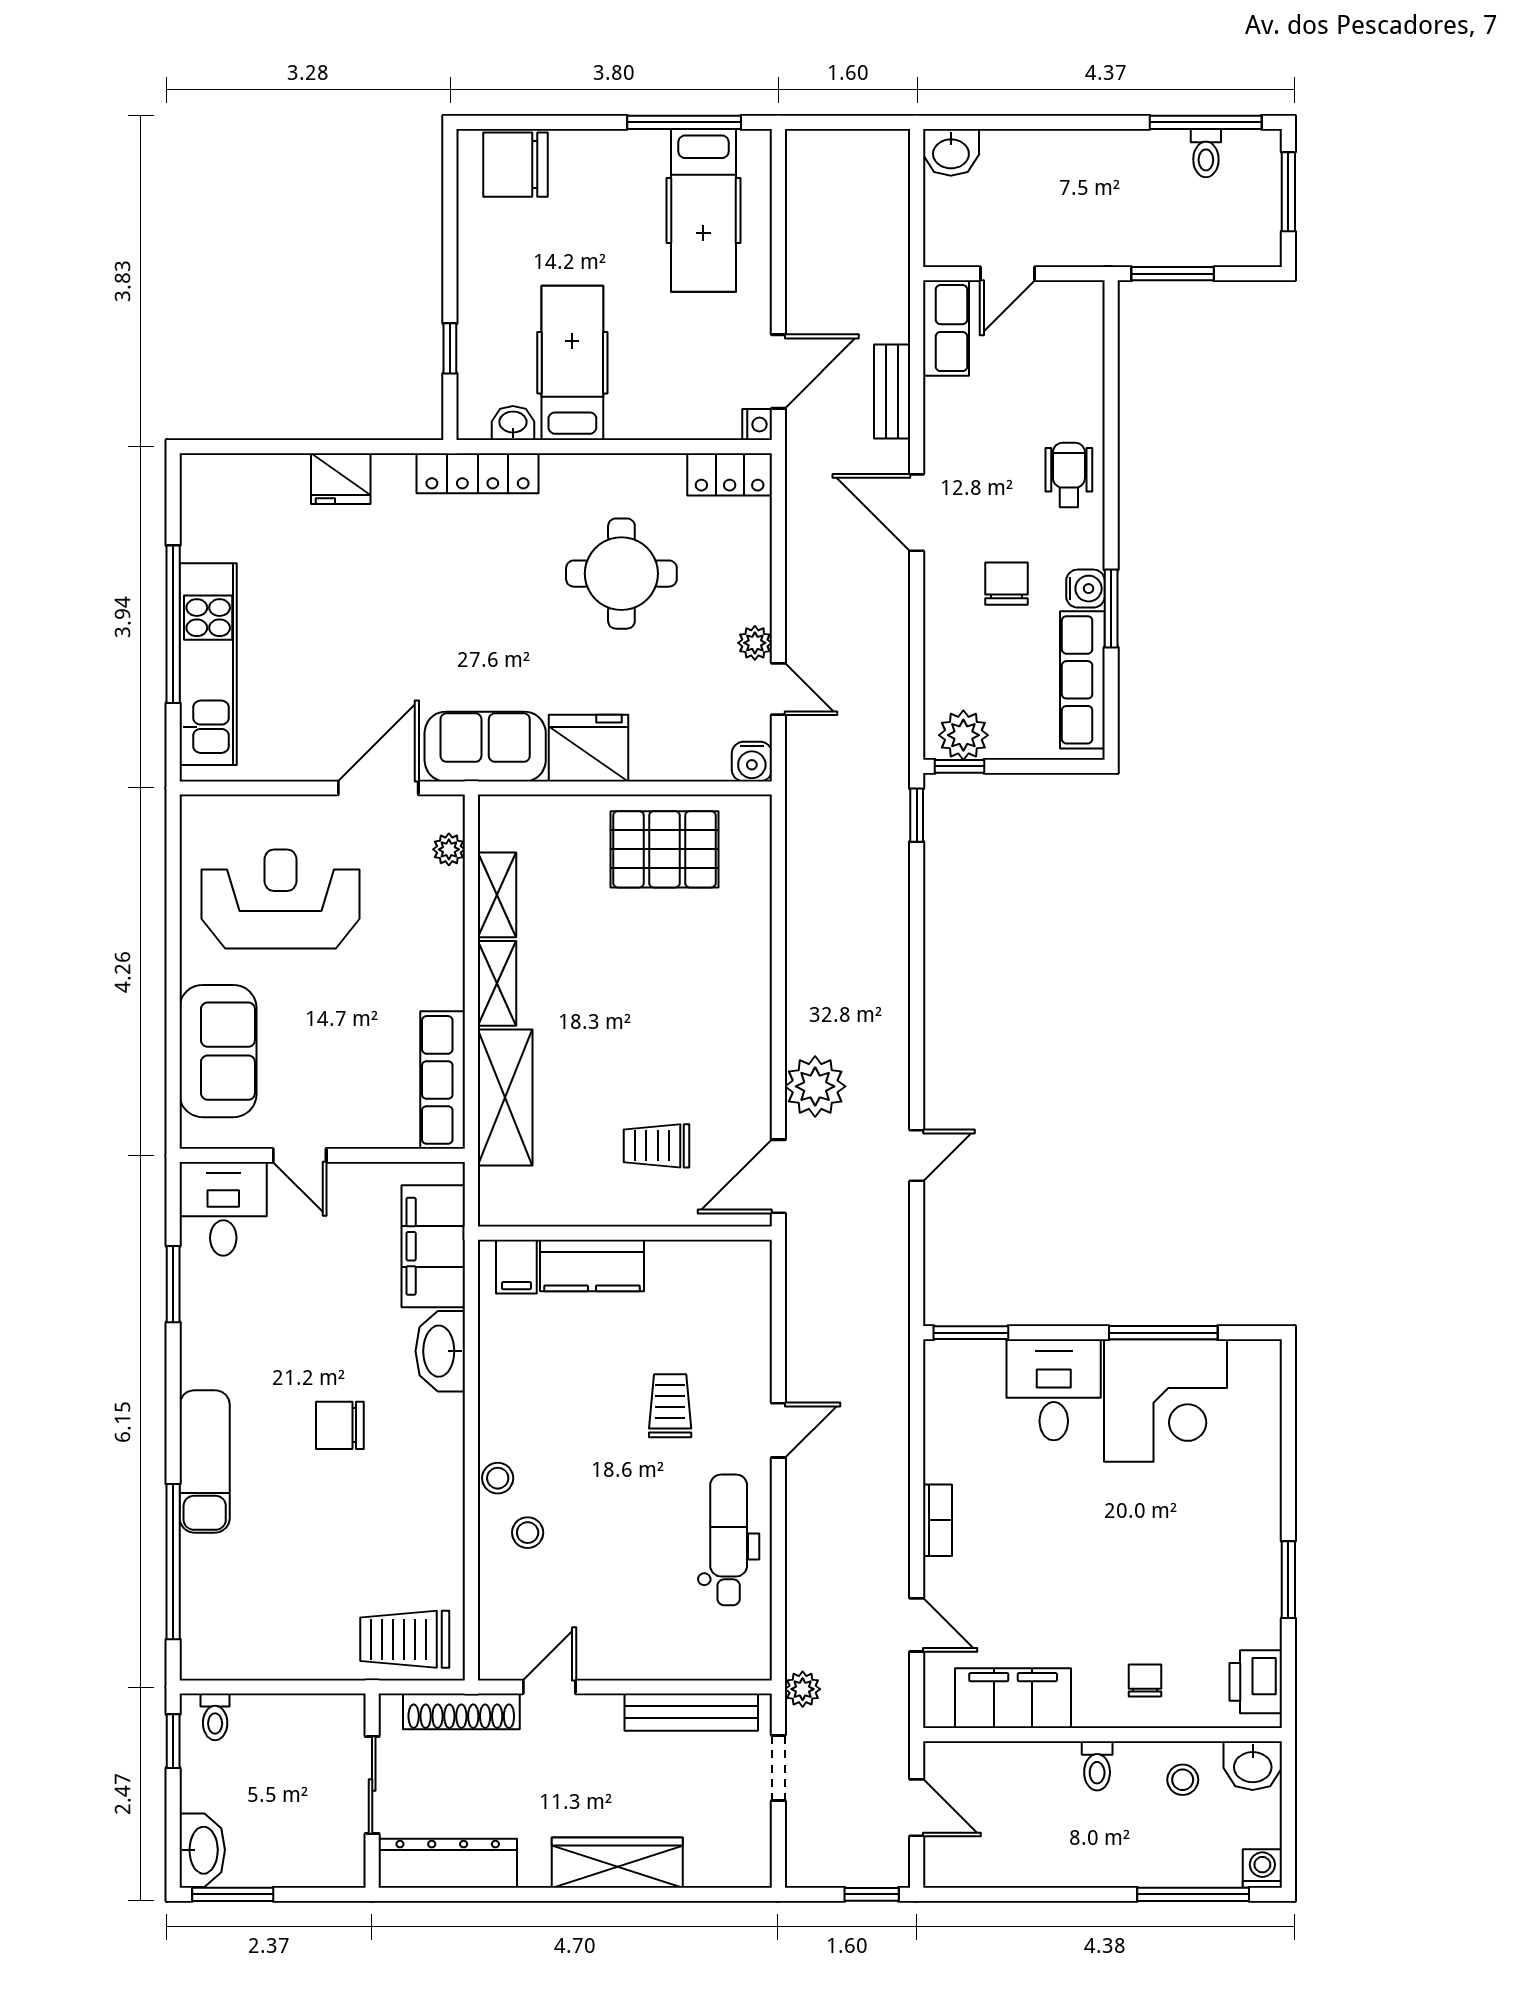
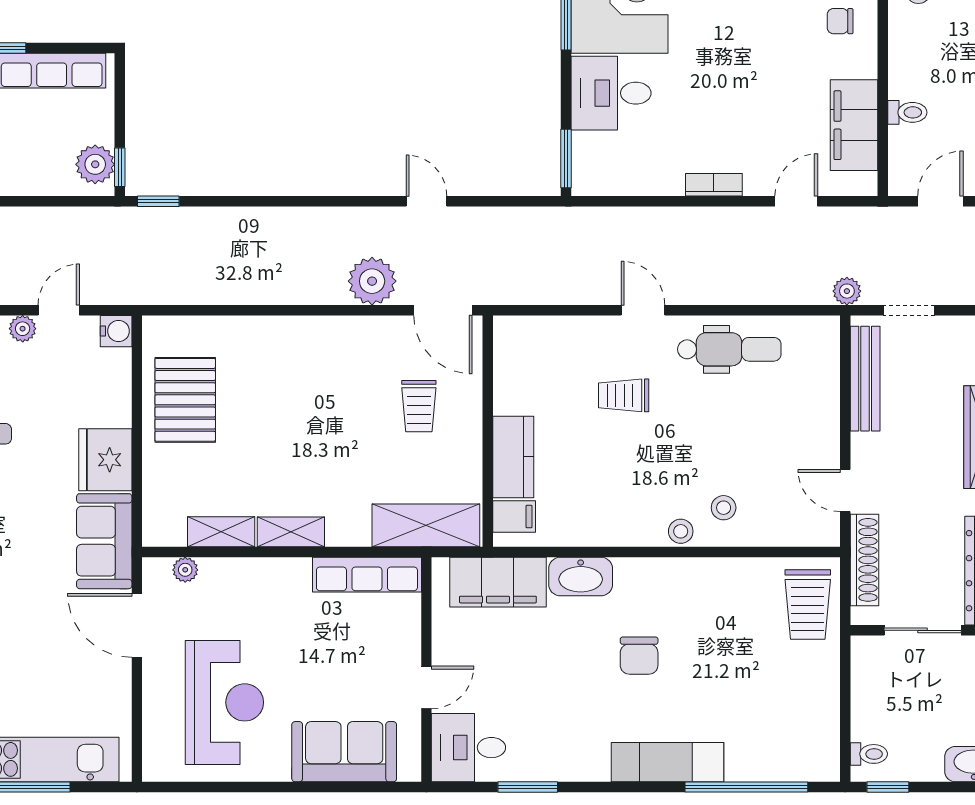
reception desk: (281, 899) -> (224, 702), turned 180
shelving: (505, 1098) -> (426, 525), moved
dental chair: (729, 1540) -> (729, 349), turned 180
toilet: (1097, 1766) -> (907, 112), moved

